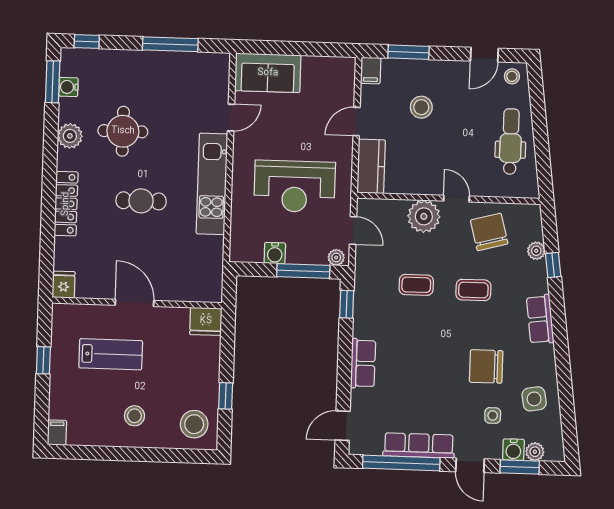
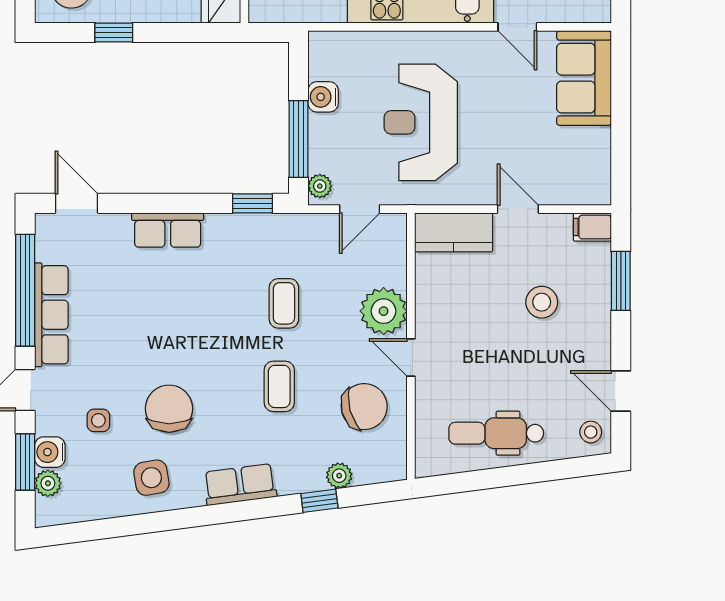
dental chair: (511, 142) -> (496, 433), turned 180
door: (456, 199) -> (411, 357), swing flipped
side table: (534, 399) -> (151, 478), moved

